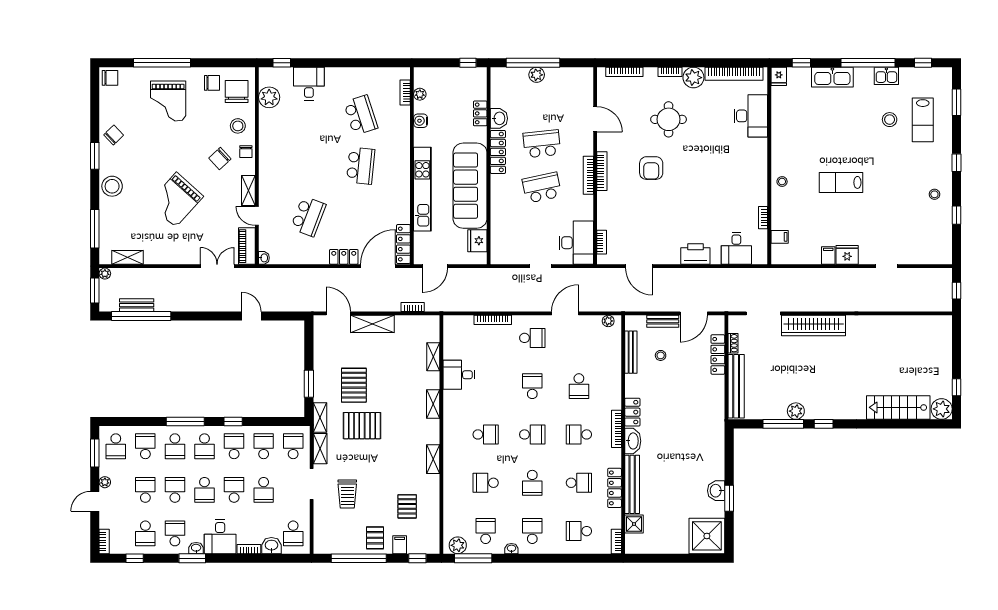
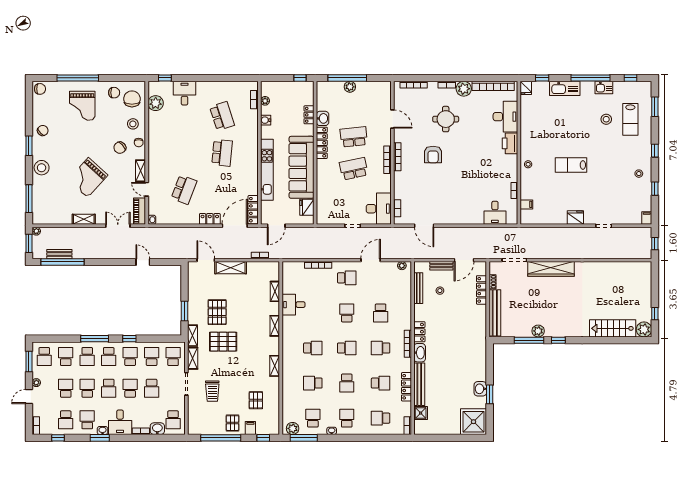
printer: (695, 254) -> (510, 143), moved, turned -90
filing cabinet: (828, 256) -> (647, 218), moved
shelving: (127, 257) -> (84, 219), moved

